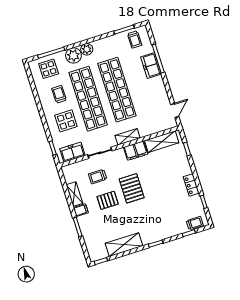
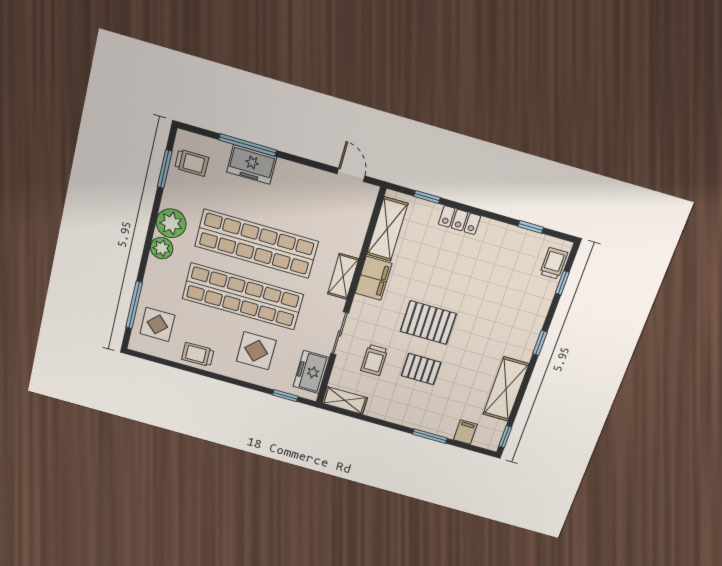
plant: (73, 55) -> (171, 223), moved
trolley: (59, 94) -> (198, 354), moved
locker: (191, 185) -> (460, 220), moved
shelving: (74, 194) -> (345, 400), moved
pallet: (108, 200) -> (421, 369), turned 90
filing cabinet: (81, 210) -> (465, 432), moved

